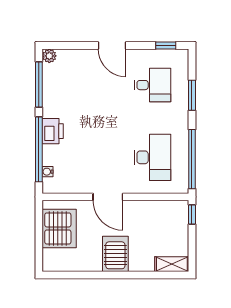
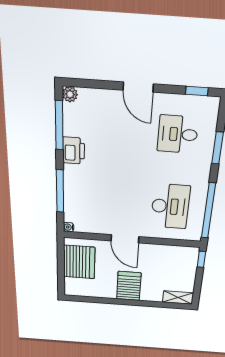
desk: (152, 85) -> (178, 134), turned 180
printer: (53, 131) -> (74, 151), moved
window: (39, 149) -> (60, 191), width x0.68
water cooler: (48, 172) -> (69, 227), moved

